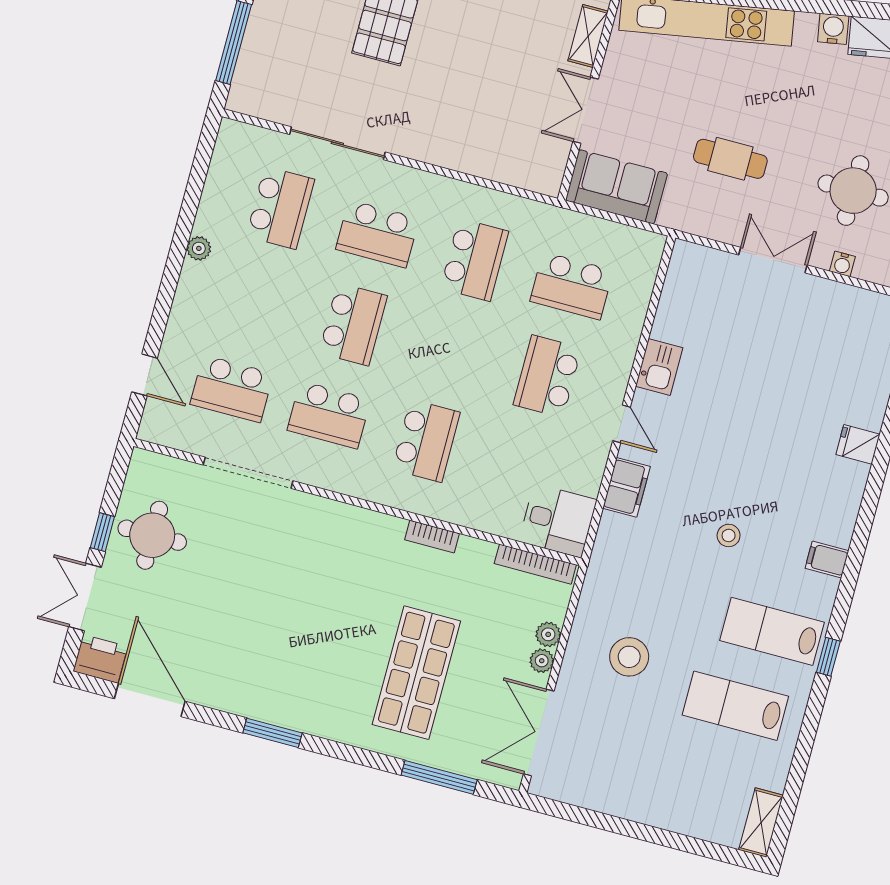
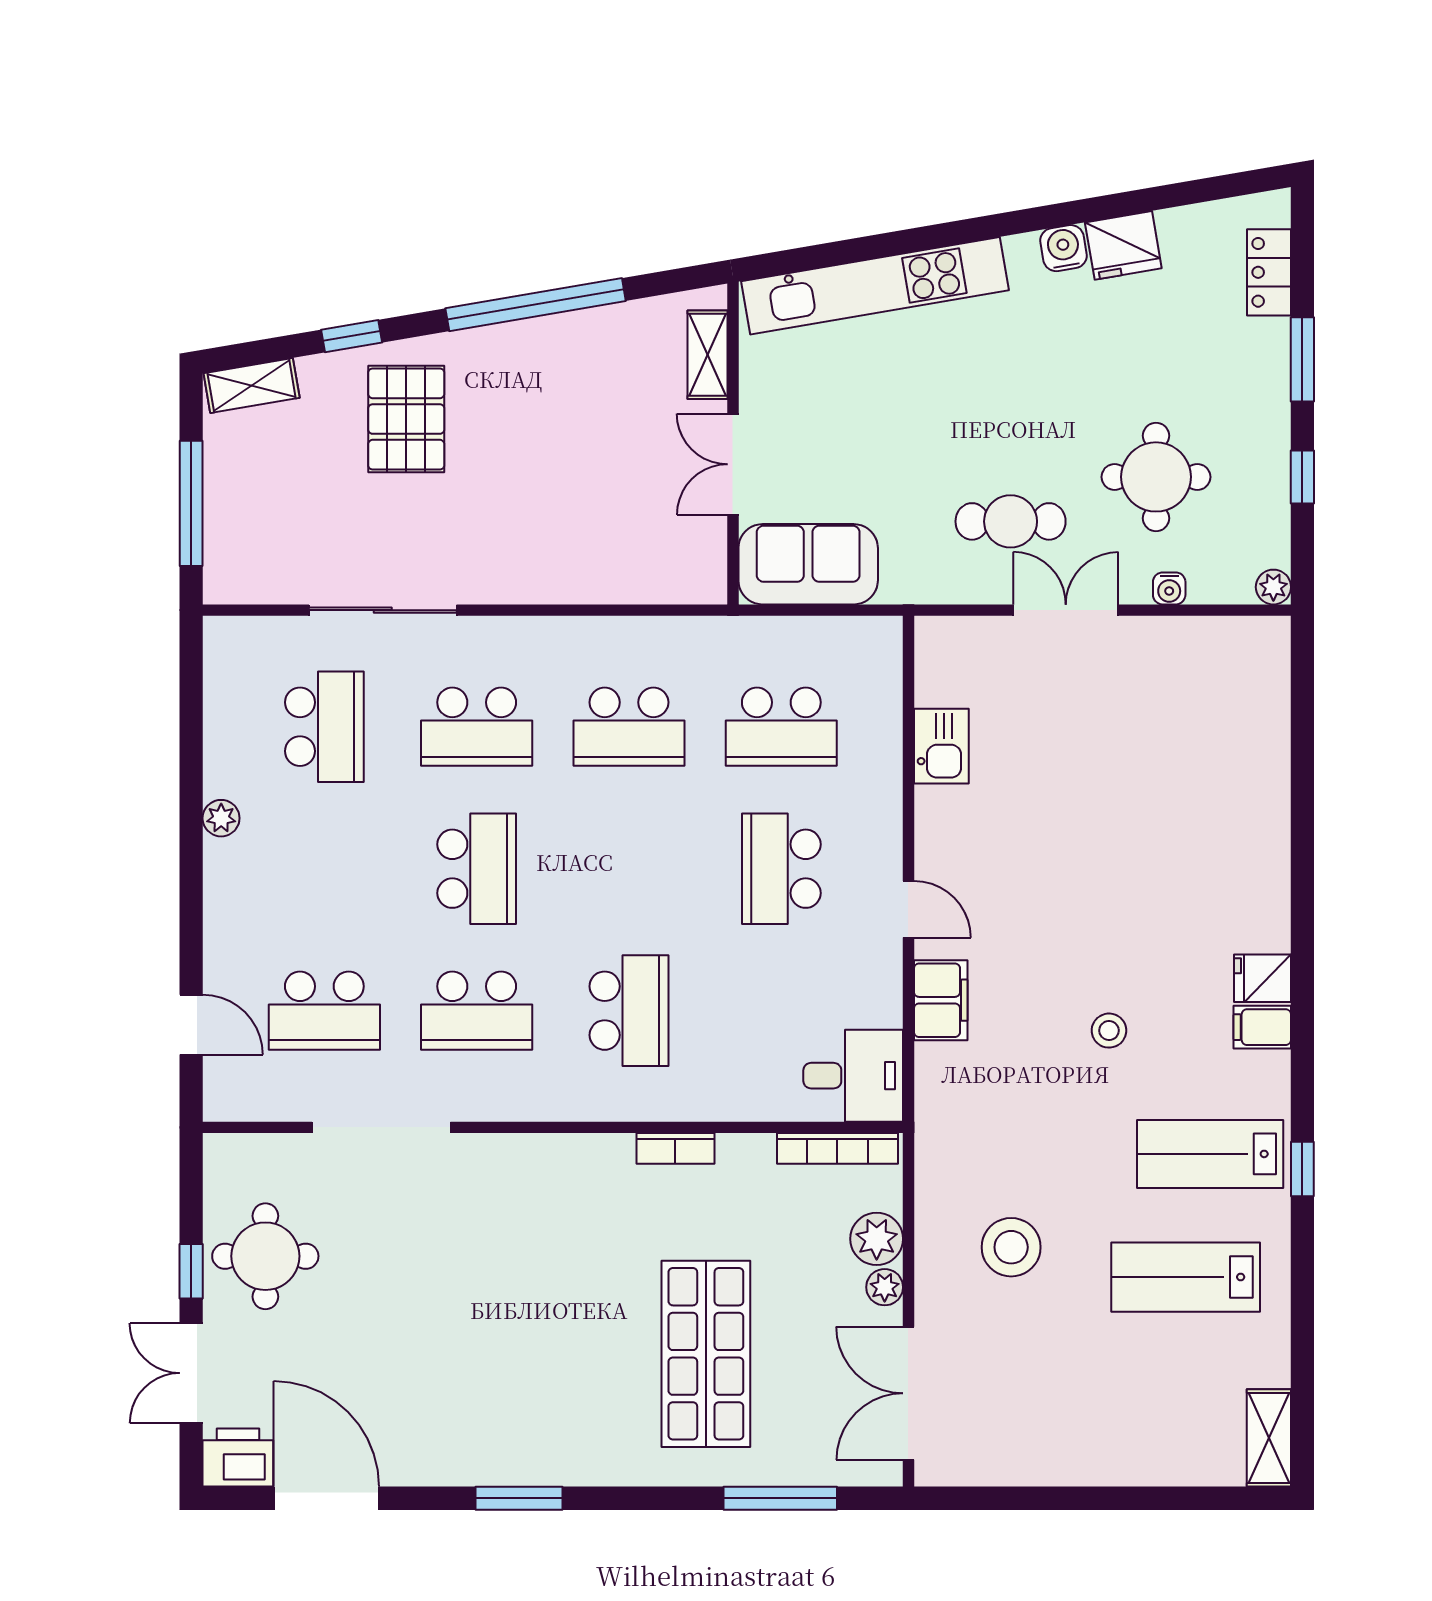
cafe table: (730, 159) -> (1011, 521), moved
school desk: (474, 260) -> (629, 727), turned 90
kitchen sink: (659, 367) -> (941, 746), moved
fridge: (858, 444) -> (1263, 978), moved
plant: (548, 634) -> (877, 1239), width x1.38, depth x1.38

